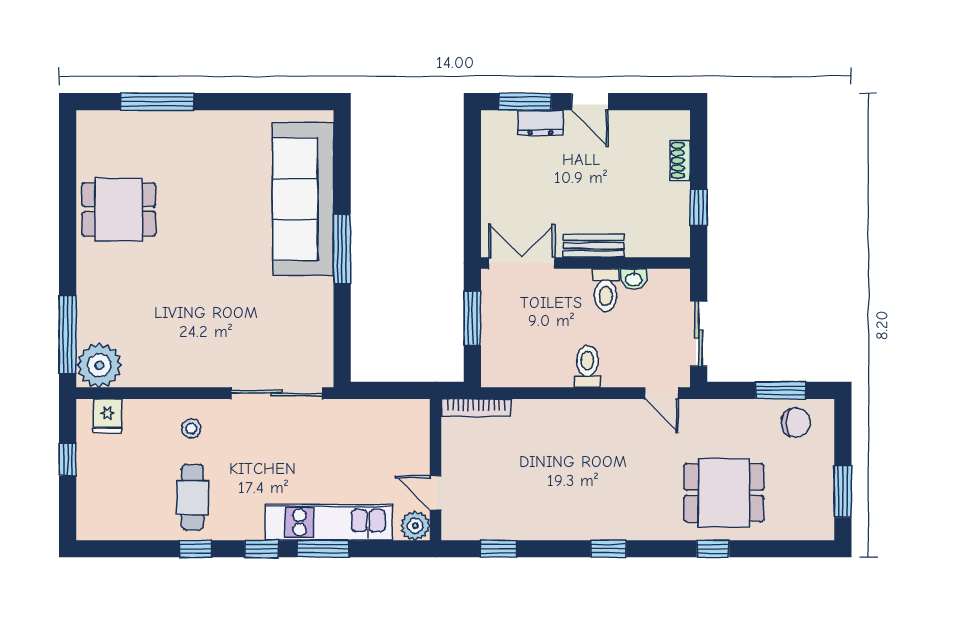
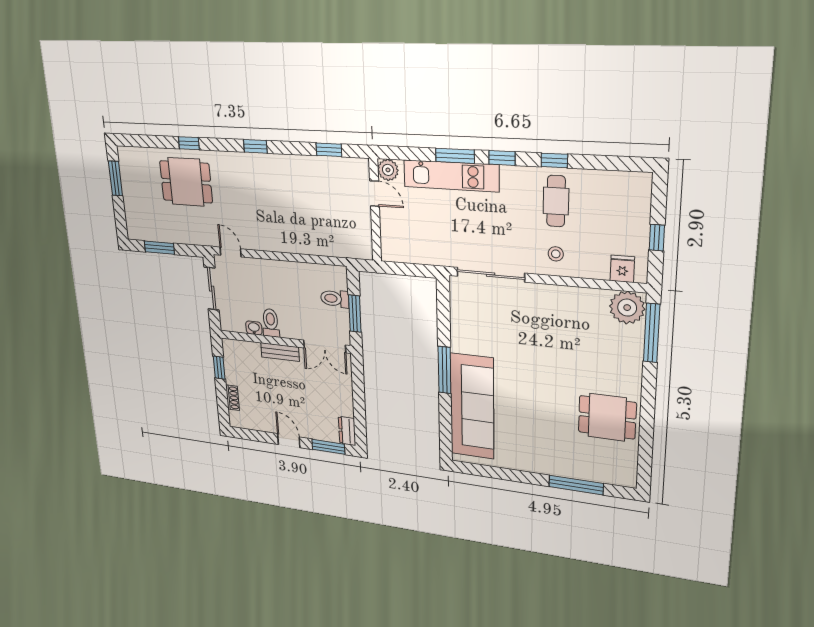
dresser: (540, 123) -> (347, 431), moved, turned -90
toilet: (587, 366) -> (335, 299), moved, turned 90
bookcase: (476, 408) -> (349, 252), removed
chair: (796, 423) -> (148, 226), removed

